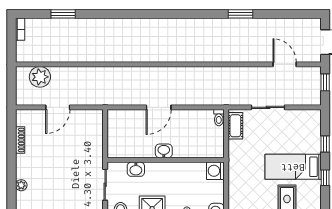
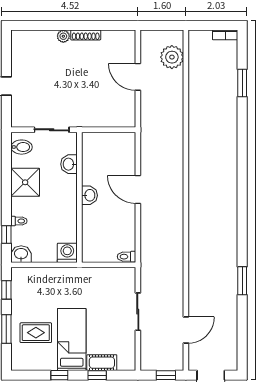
cot: (235, 126) -> (102, 363), moved
shoe rack: (20, 140) -> (86, 35), moved
plant: (21, 185) -> (63, 36), moved

